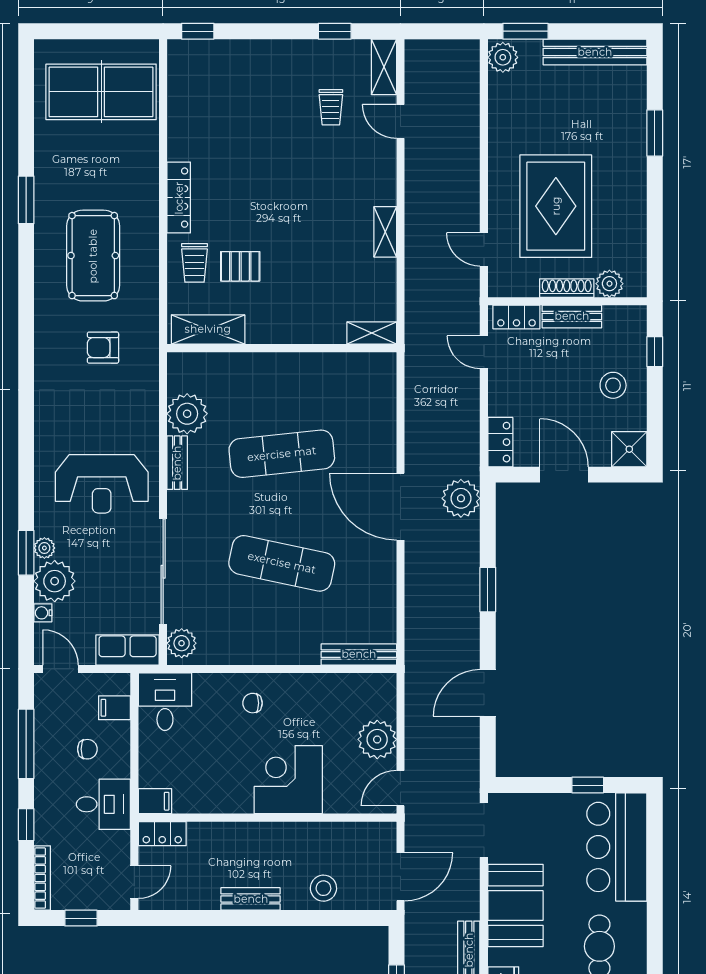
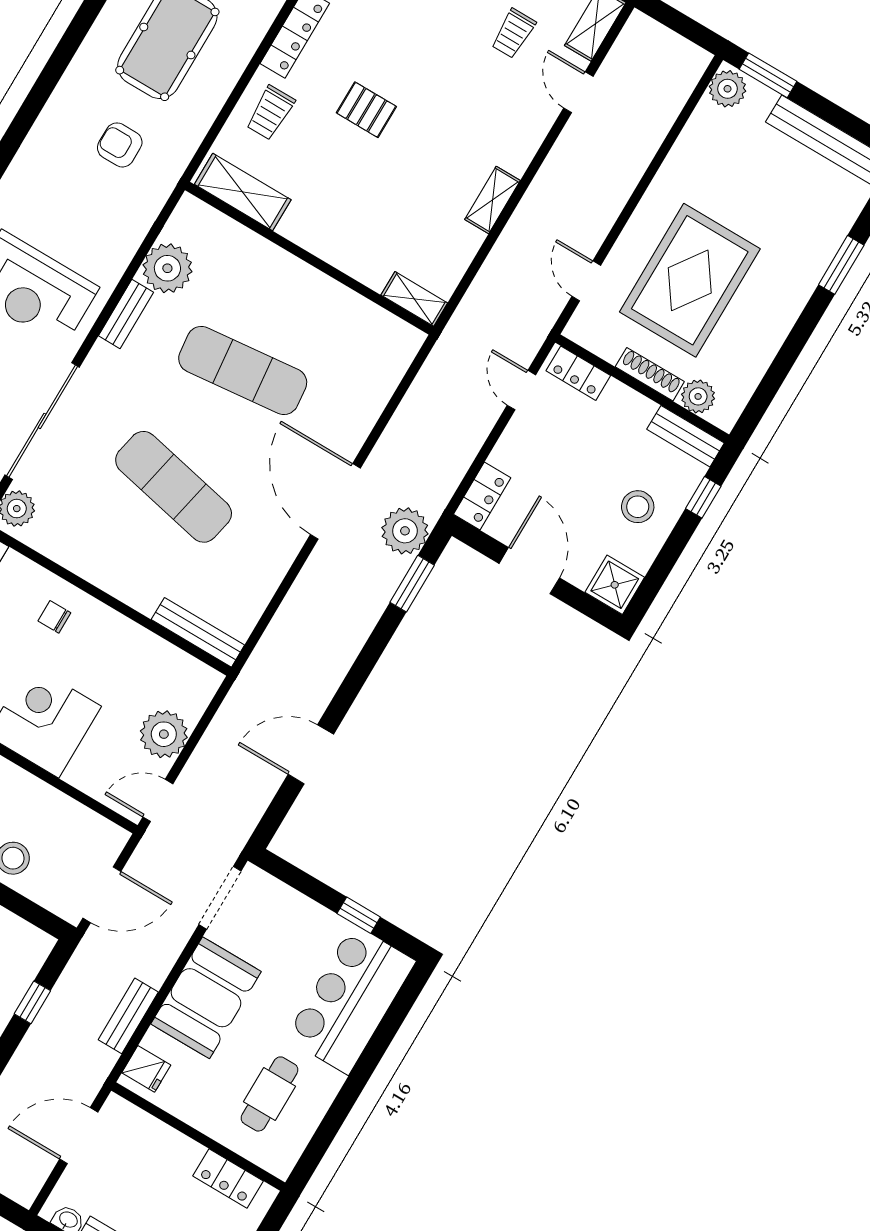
pallet: (240, 266) -> (366, 110), moved
bench: (572, 316) -> (685, 436), moved
window: (488, 590) -> (412, 584), moved

